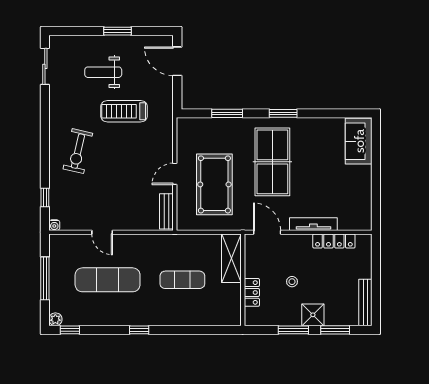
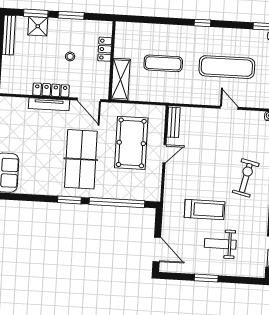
weight bench: (103, 72) -> (220, 244), turned 180
window: (227, 113) -> (117, 203), width x2.11
locker: (334, 241) -> (51, 90), moved
shower: (313, 315) -> (38, 26), moved

